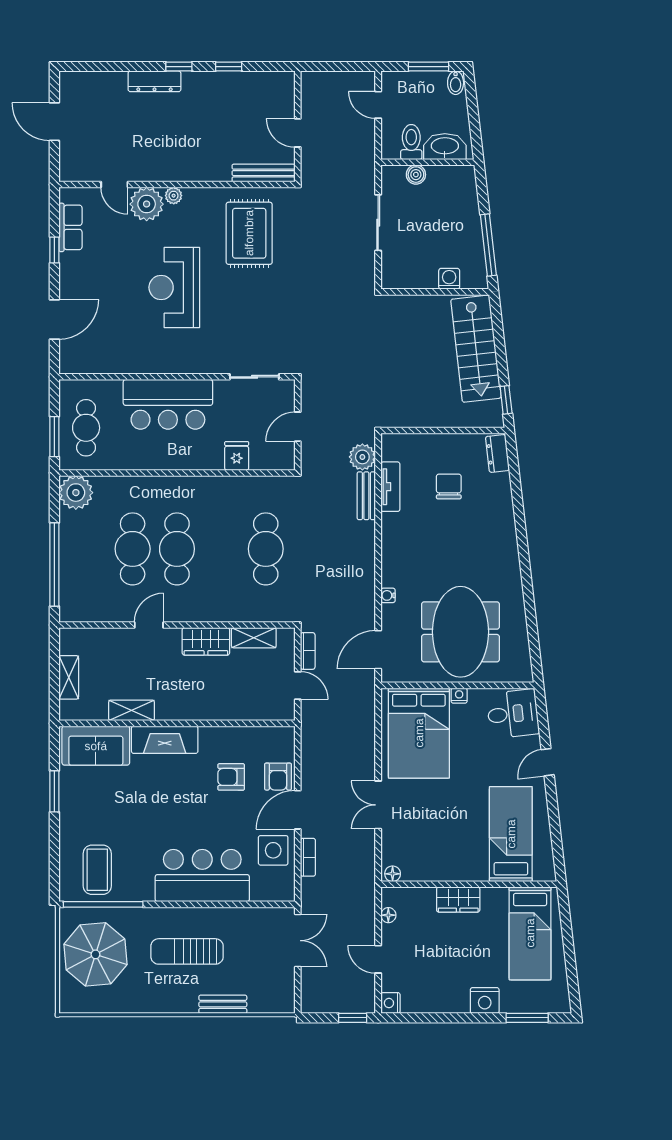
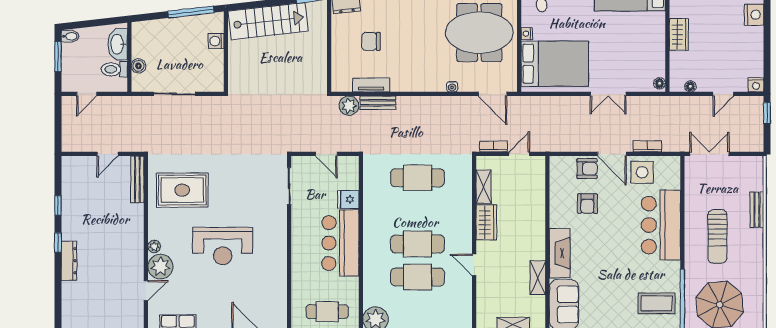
bar counter: (168, 404) -> (340, 243), moved, turned 180

